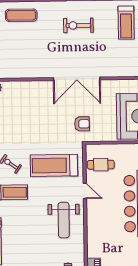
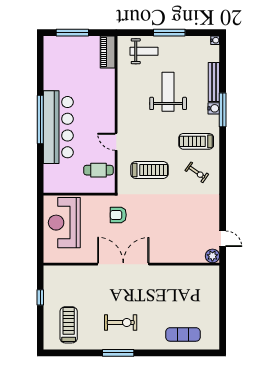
treadmill: (54, 165) -> (149, 170), width x0.73, depth x0.73
weight bench: (64, 220) -> (168, 92), moved

